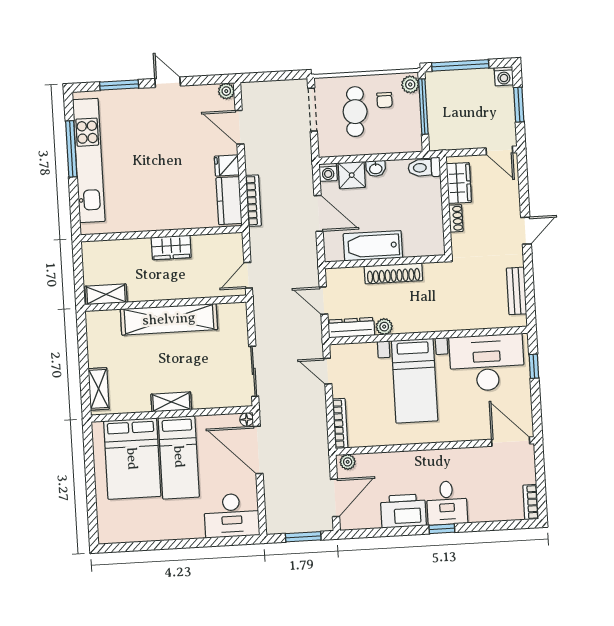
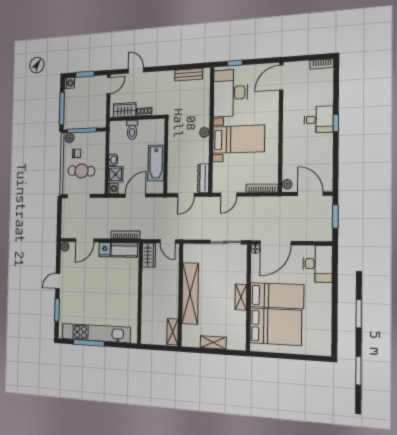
toilet: (424, 168) -> (132, 130), moved
door: (526, 231) -> (136, 70), moved
wardrobe: (171, 247) -> (149, 255), moved
shoe rack: (393, 273) -> (173, 151), removed
plant: (384, 327) -> (204, 132), moved
shelving: (99, 389) -> (213, 342), moved
printer: (403, 511) -> (322, 149), removed

